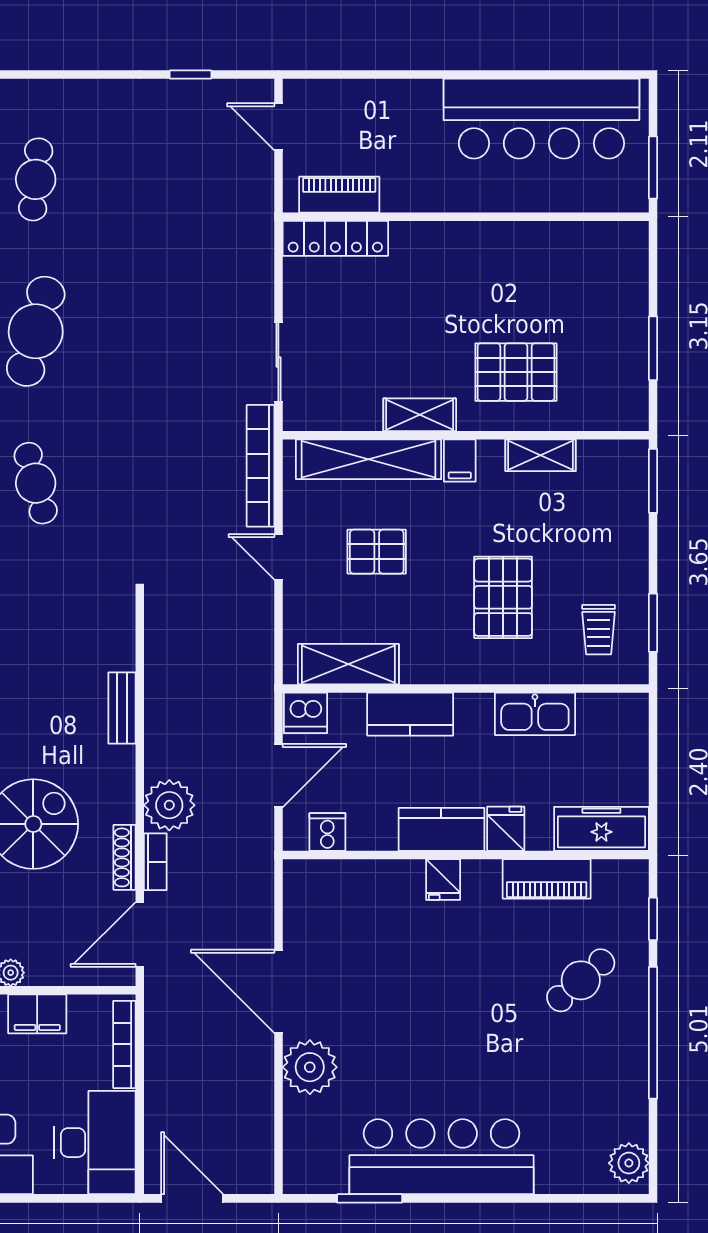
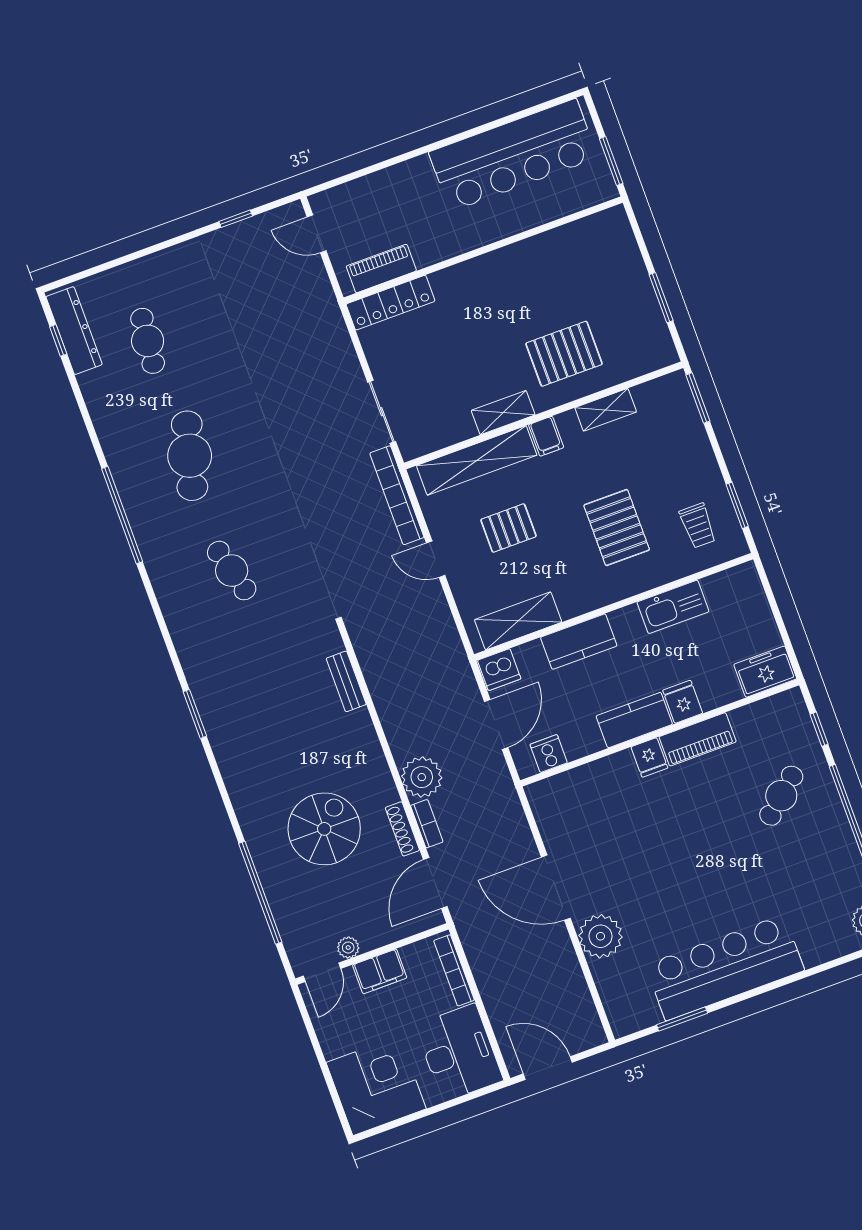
bench: (122, 708) -> (346, 681), moved
freezer: (601, 829) -> (765, 672), width x0.71
piano: (547, 879) -> (698, 739), moved

